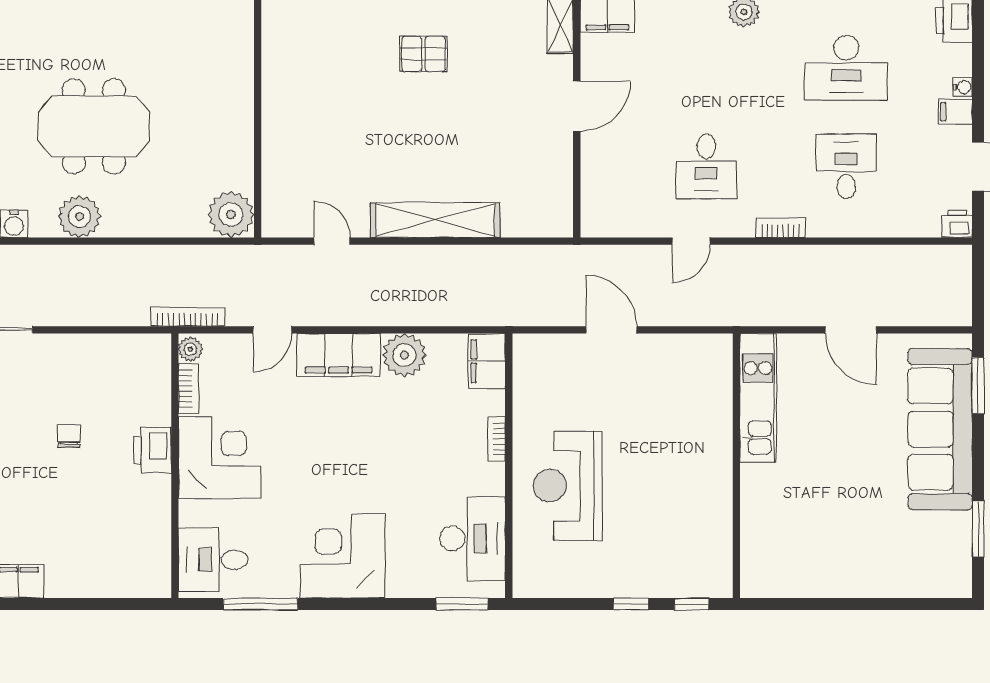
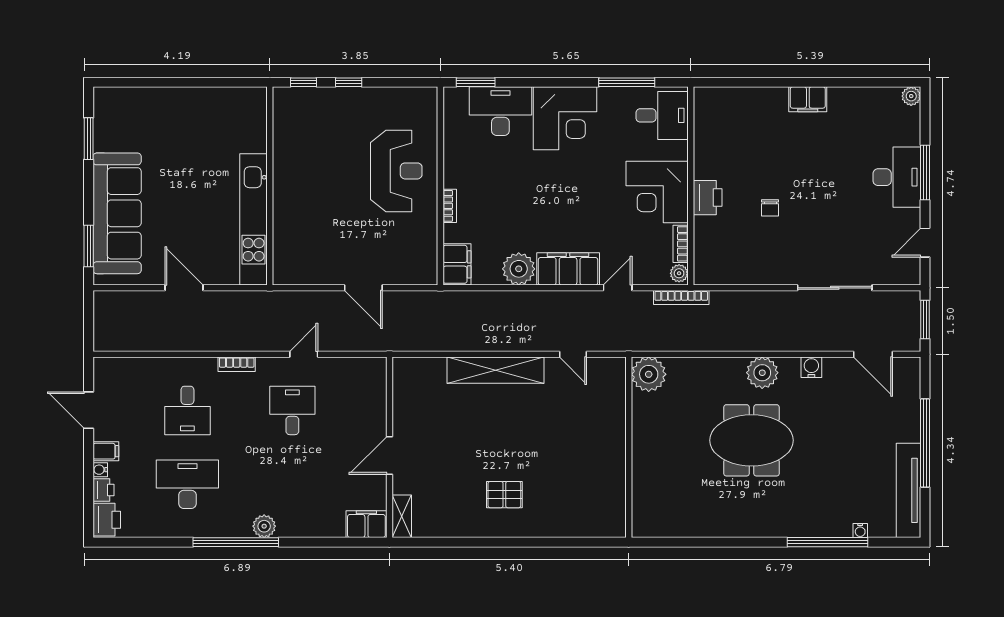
printer: (957, 224) -> (103, 490), moved, turned -90
kitchen unit: (758, 398) -> (254, 219), width x1.36
desk: (473, 539) -> (500, 111), moved, turned 90

